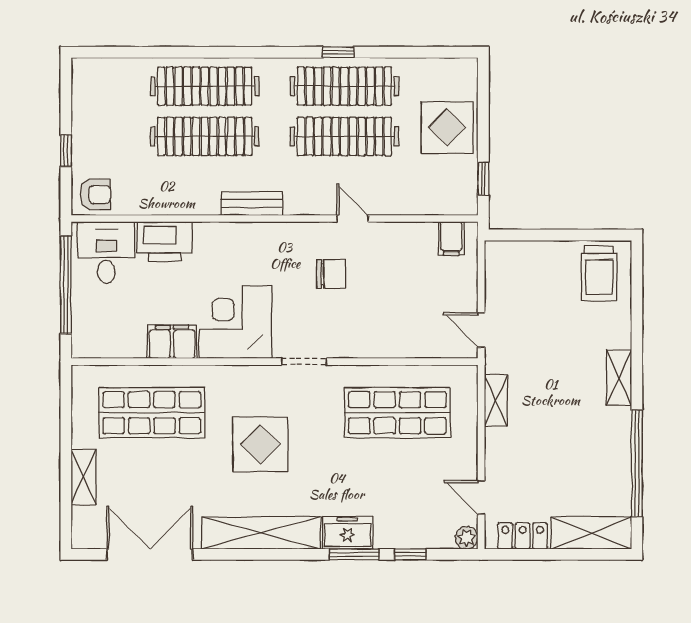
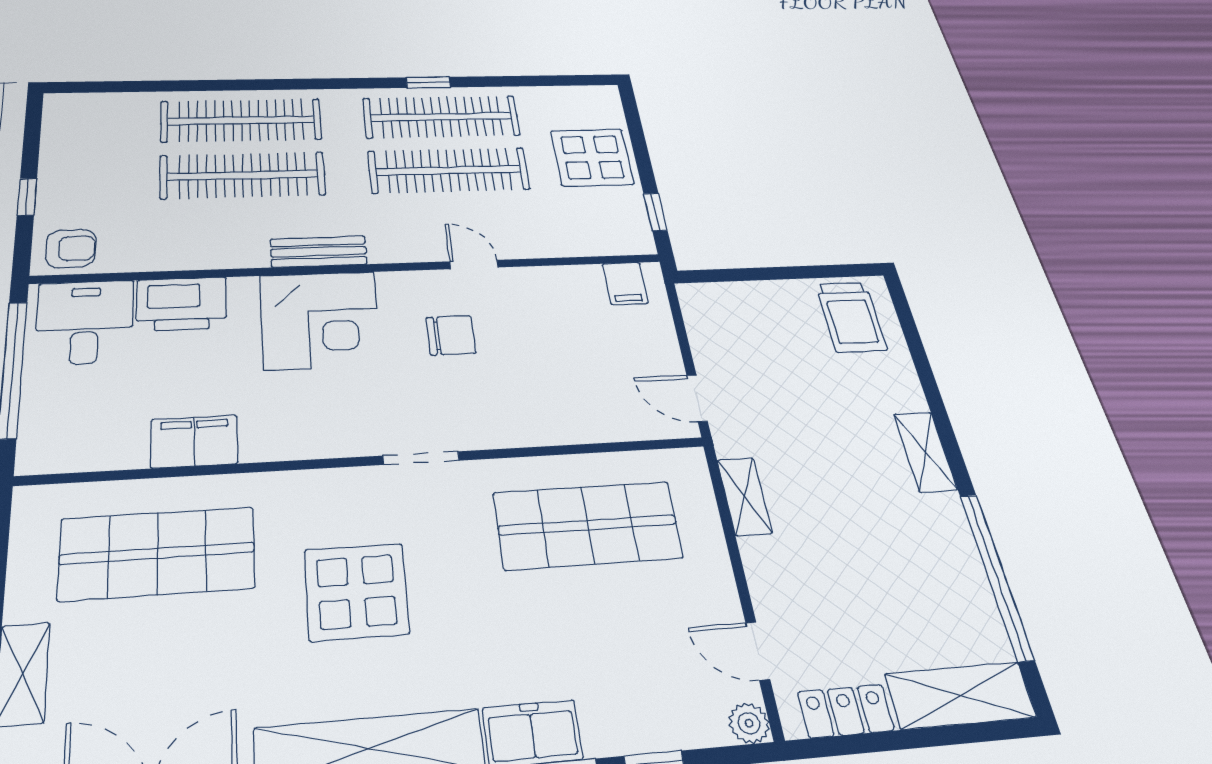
corner desk: (235, 322) -> (320, 320), moved, turned 180

